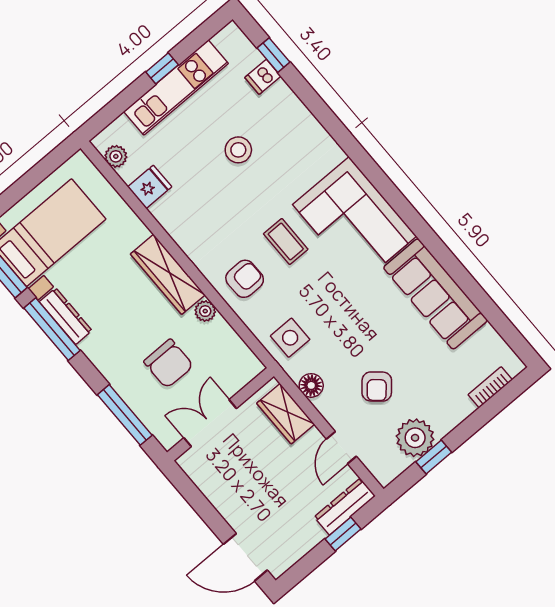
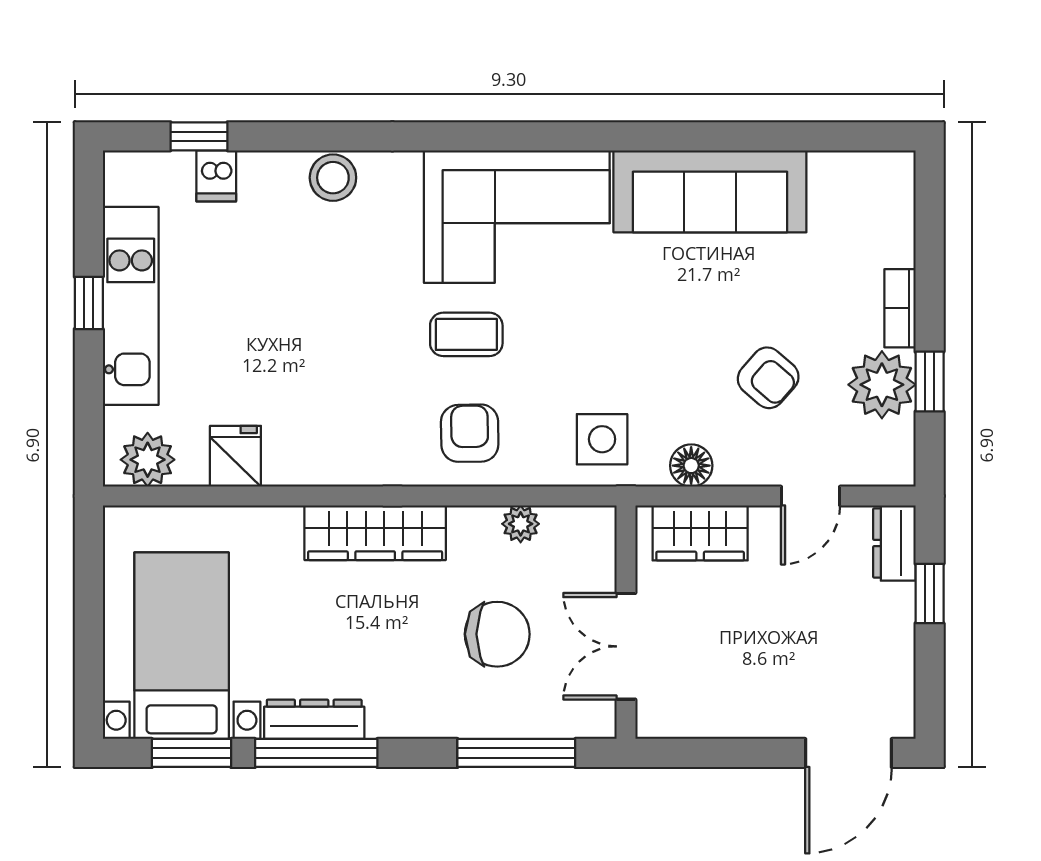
stool: (238, 150) -> (333, 178), moved
plant: (116, 156) -> (148, 460), width x1.38, depth x1.38
plant: (205, 311) -> (521, 524), moved
bookcase: (490, 387) -> (900, 308), moved
door: (341, 448) -> (810, 496), hinge flipped
dresser: (345, 507) -> (894, 543), width x0.70

